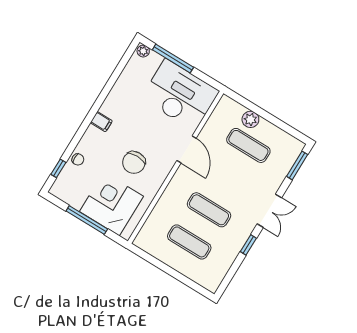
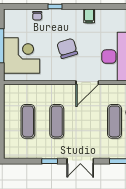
filing cabinet: (101, 122) -> (89, 16), moved
chair: (134, 162) -> (67, 48), moved, turned 73
window: (58, 168) -> (55, 7), moved

